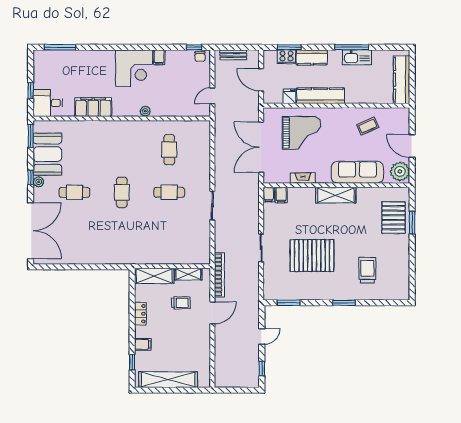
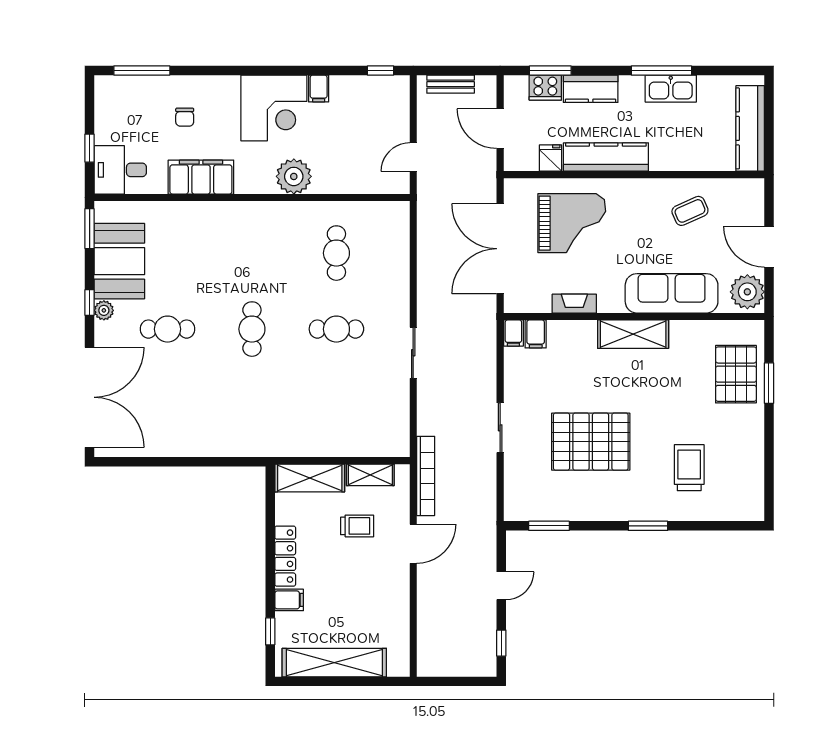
chair: (200, 56) -> (185, 117), moved
plant: (145, 111) -> (294, 176), width x1.88, depth x1.88
locker: (140, 314) -> (285, 556), width x1.53

